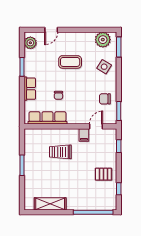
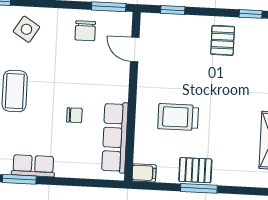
row of seats: (30, 89) -> (33, 166), moved
filing cabinet: (84, 135) -> (144, 173), moved
trolley: (60, 152) -> (178, 117), turned 90
pallet: (32, 163) -> (195, 170), added

